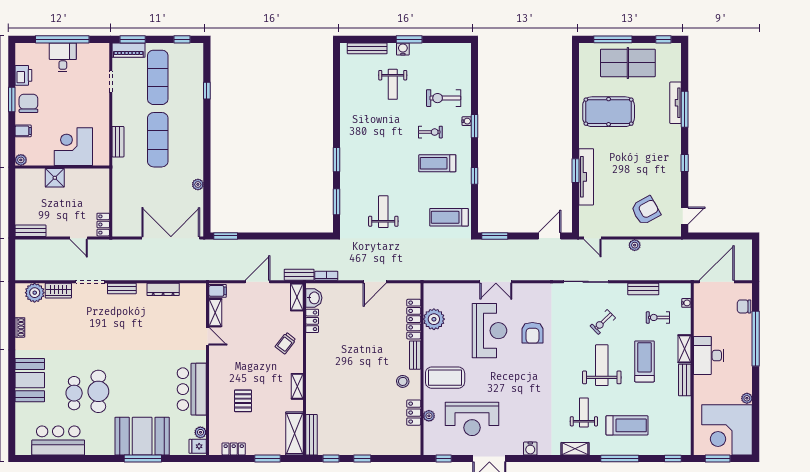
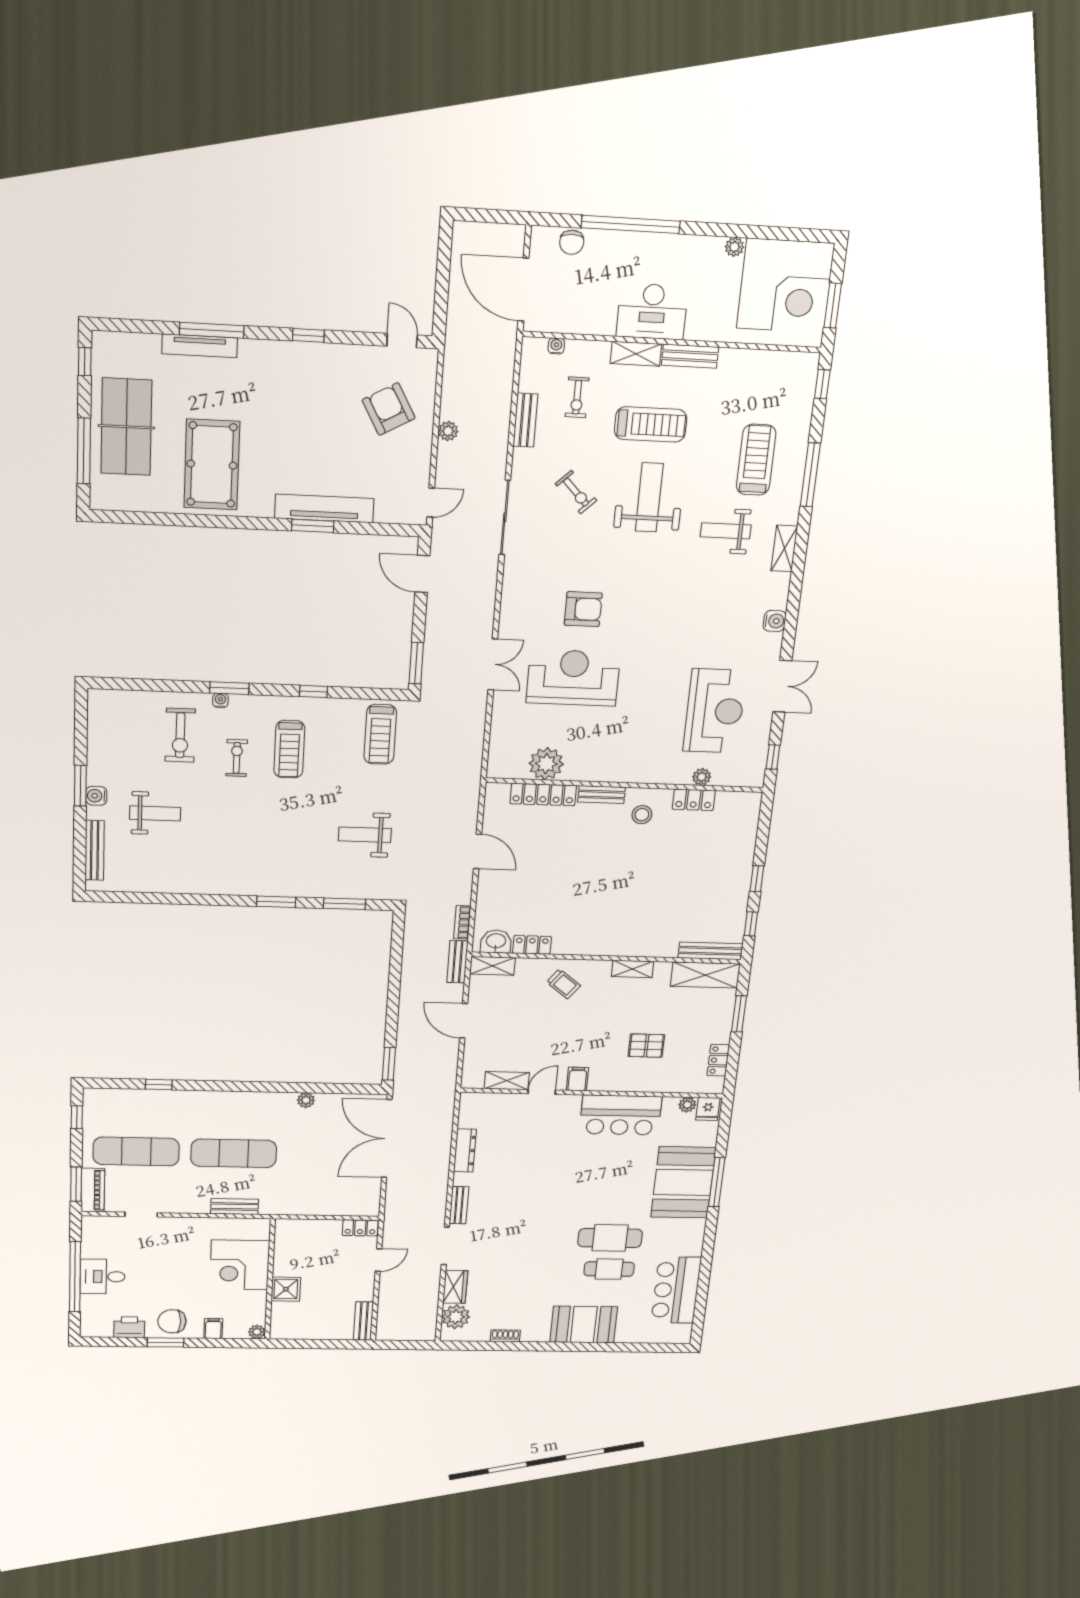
filing cabinet: (218, 291) -> (577, 1079), moved
treadmill: (644, 361) -> (651, 424), turned 180
weight bench: (602, 365) -> (649, 497), turned 90
coffee table: (445, 378) -> (643, 750), removed

